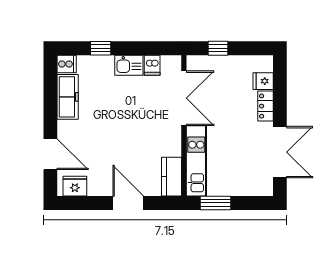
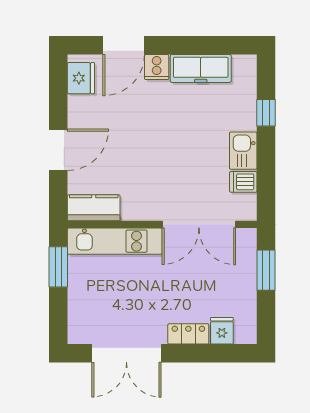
window: (218, 48) -> (266, 270), width x1.50
cooker: (67, 64) -> (157, 67), moved

